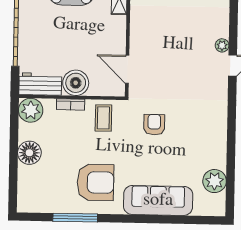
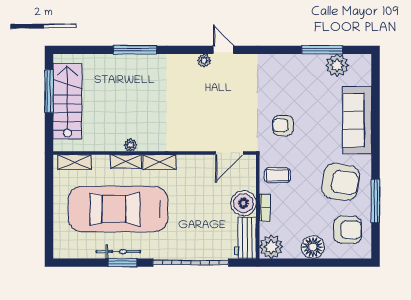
window: (231, 166) -> (322, 50), added
armchair: (95, 182) -> (341, 182), turned 99
armchair: (46, 189) -> (348, 230), added

